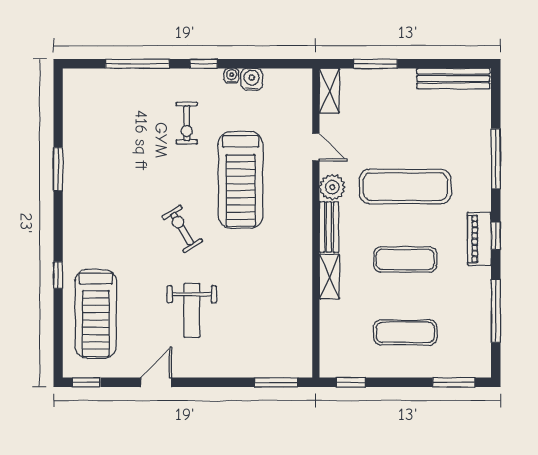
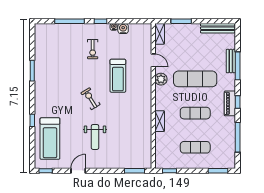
treadmill: (241, 180) -> (118, 76), width x0.73, depth x0.73
bench: (329, 227) -> (231, 61), moved

